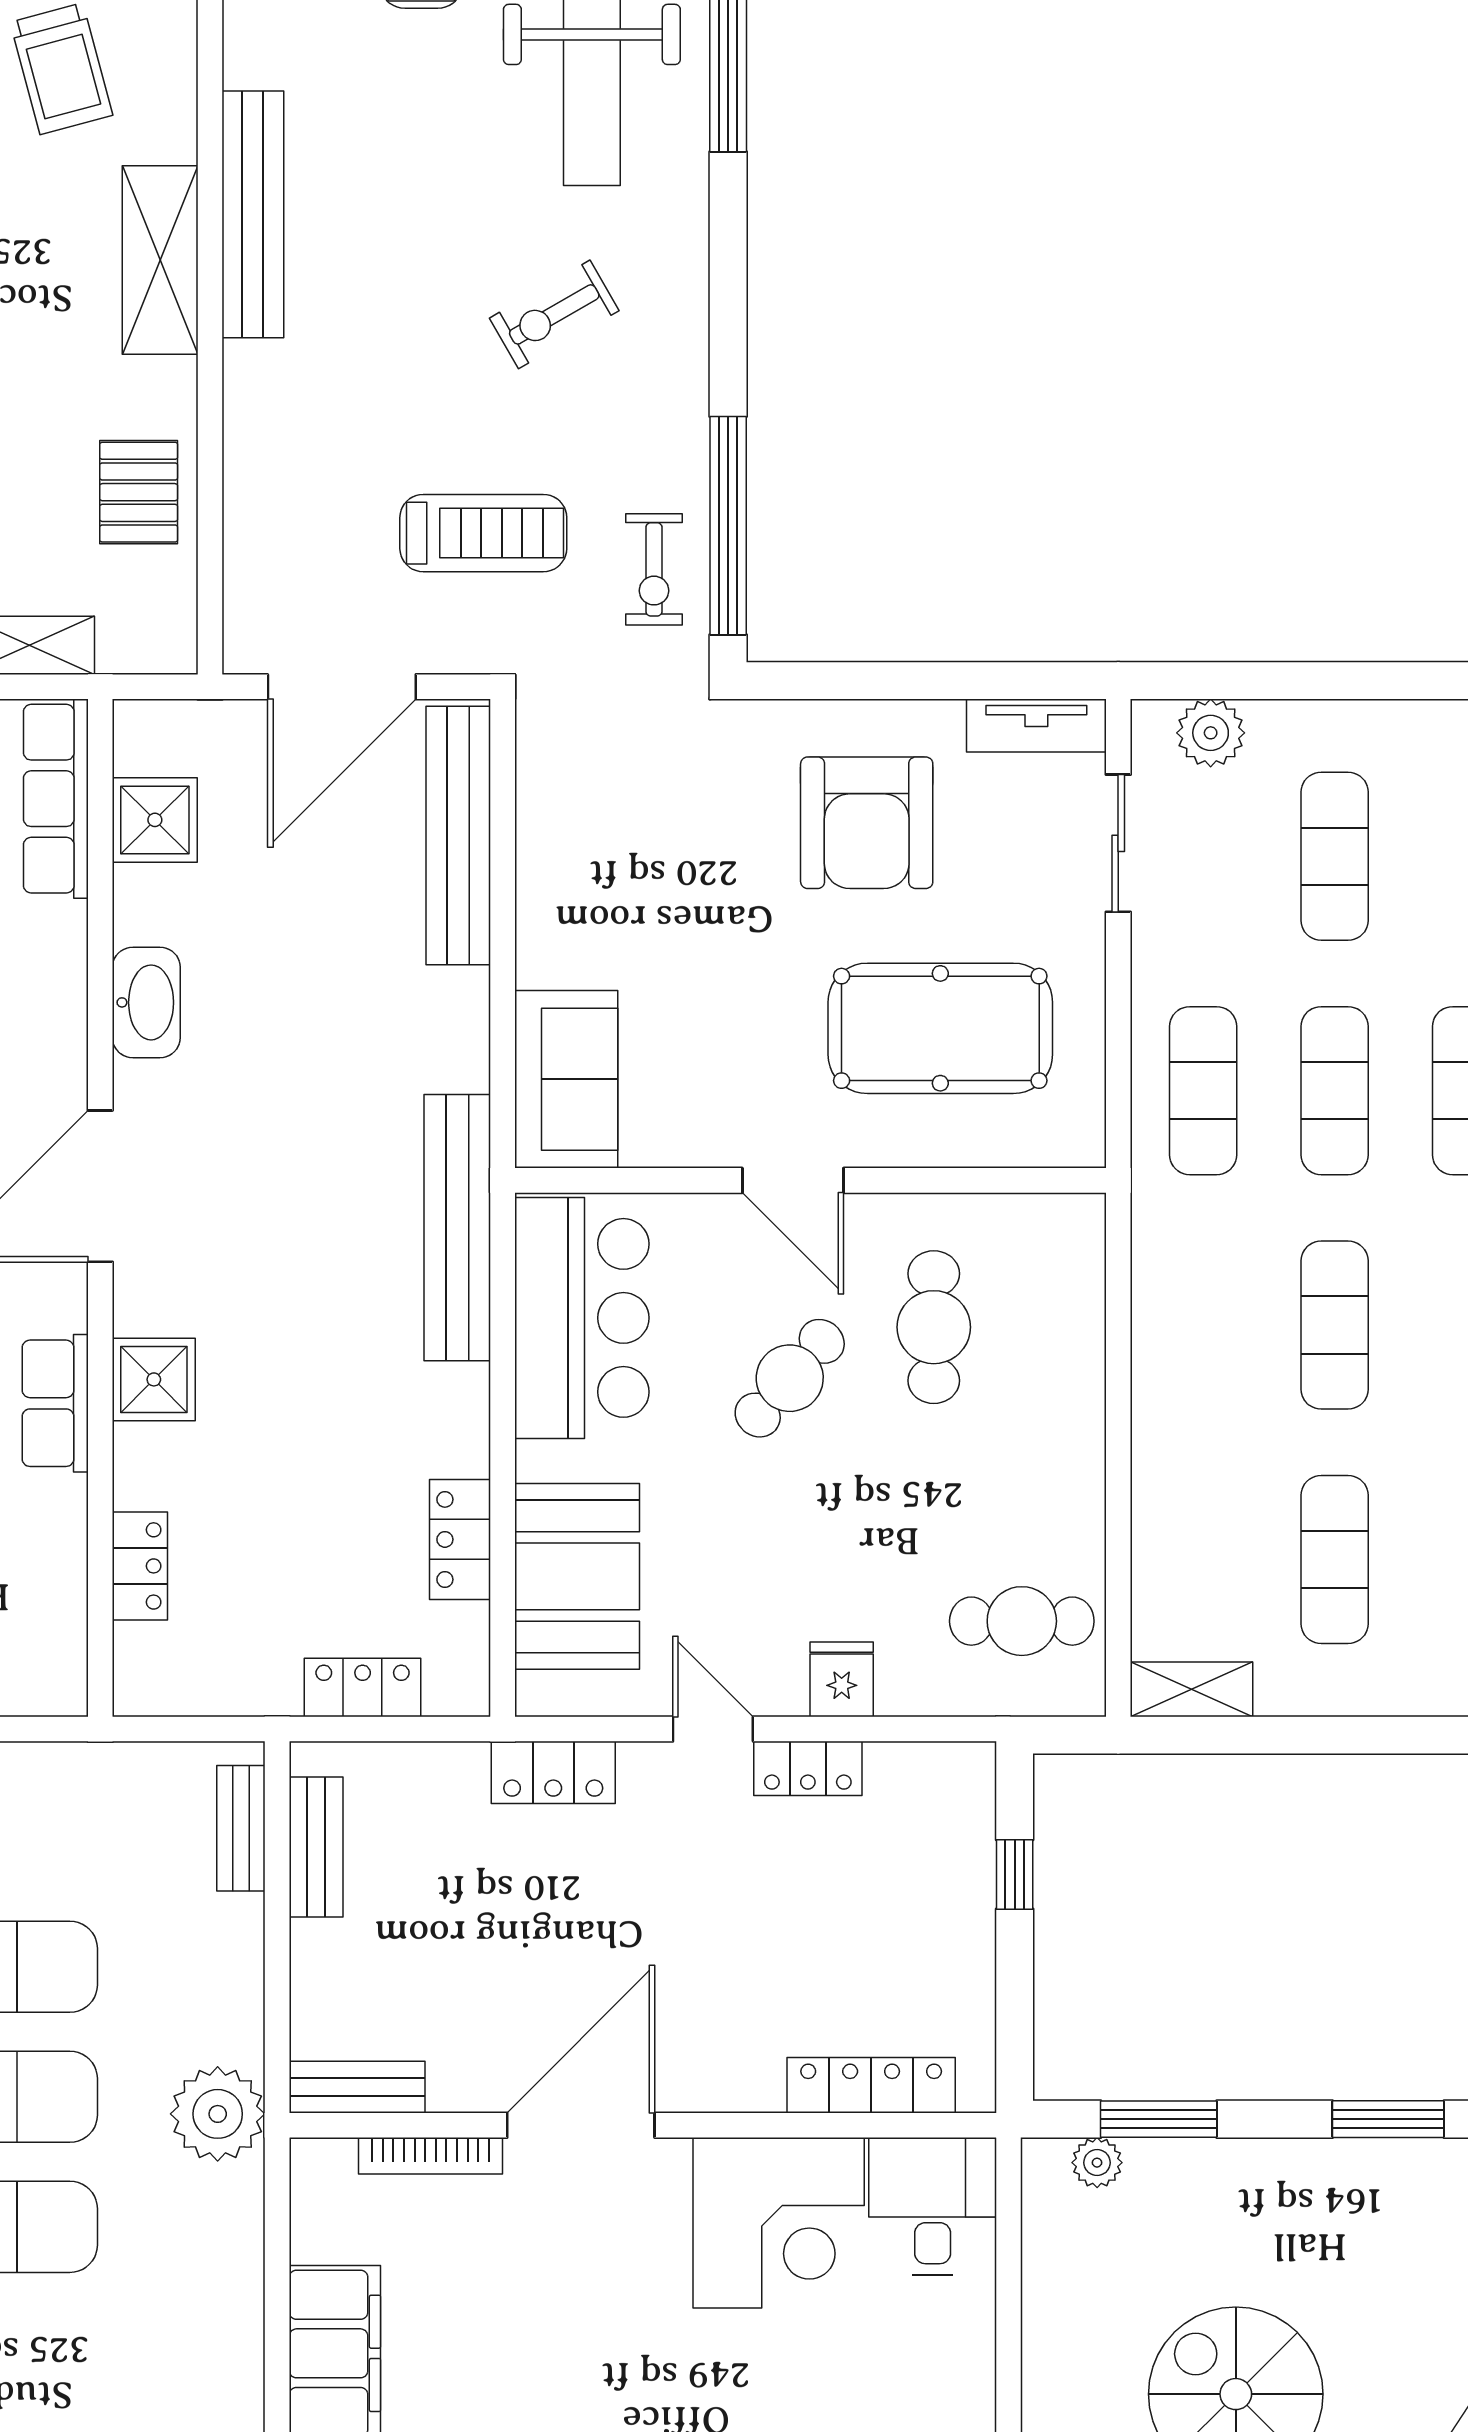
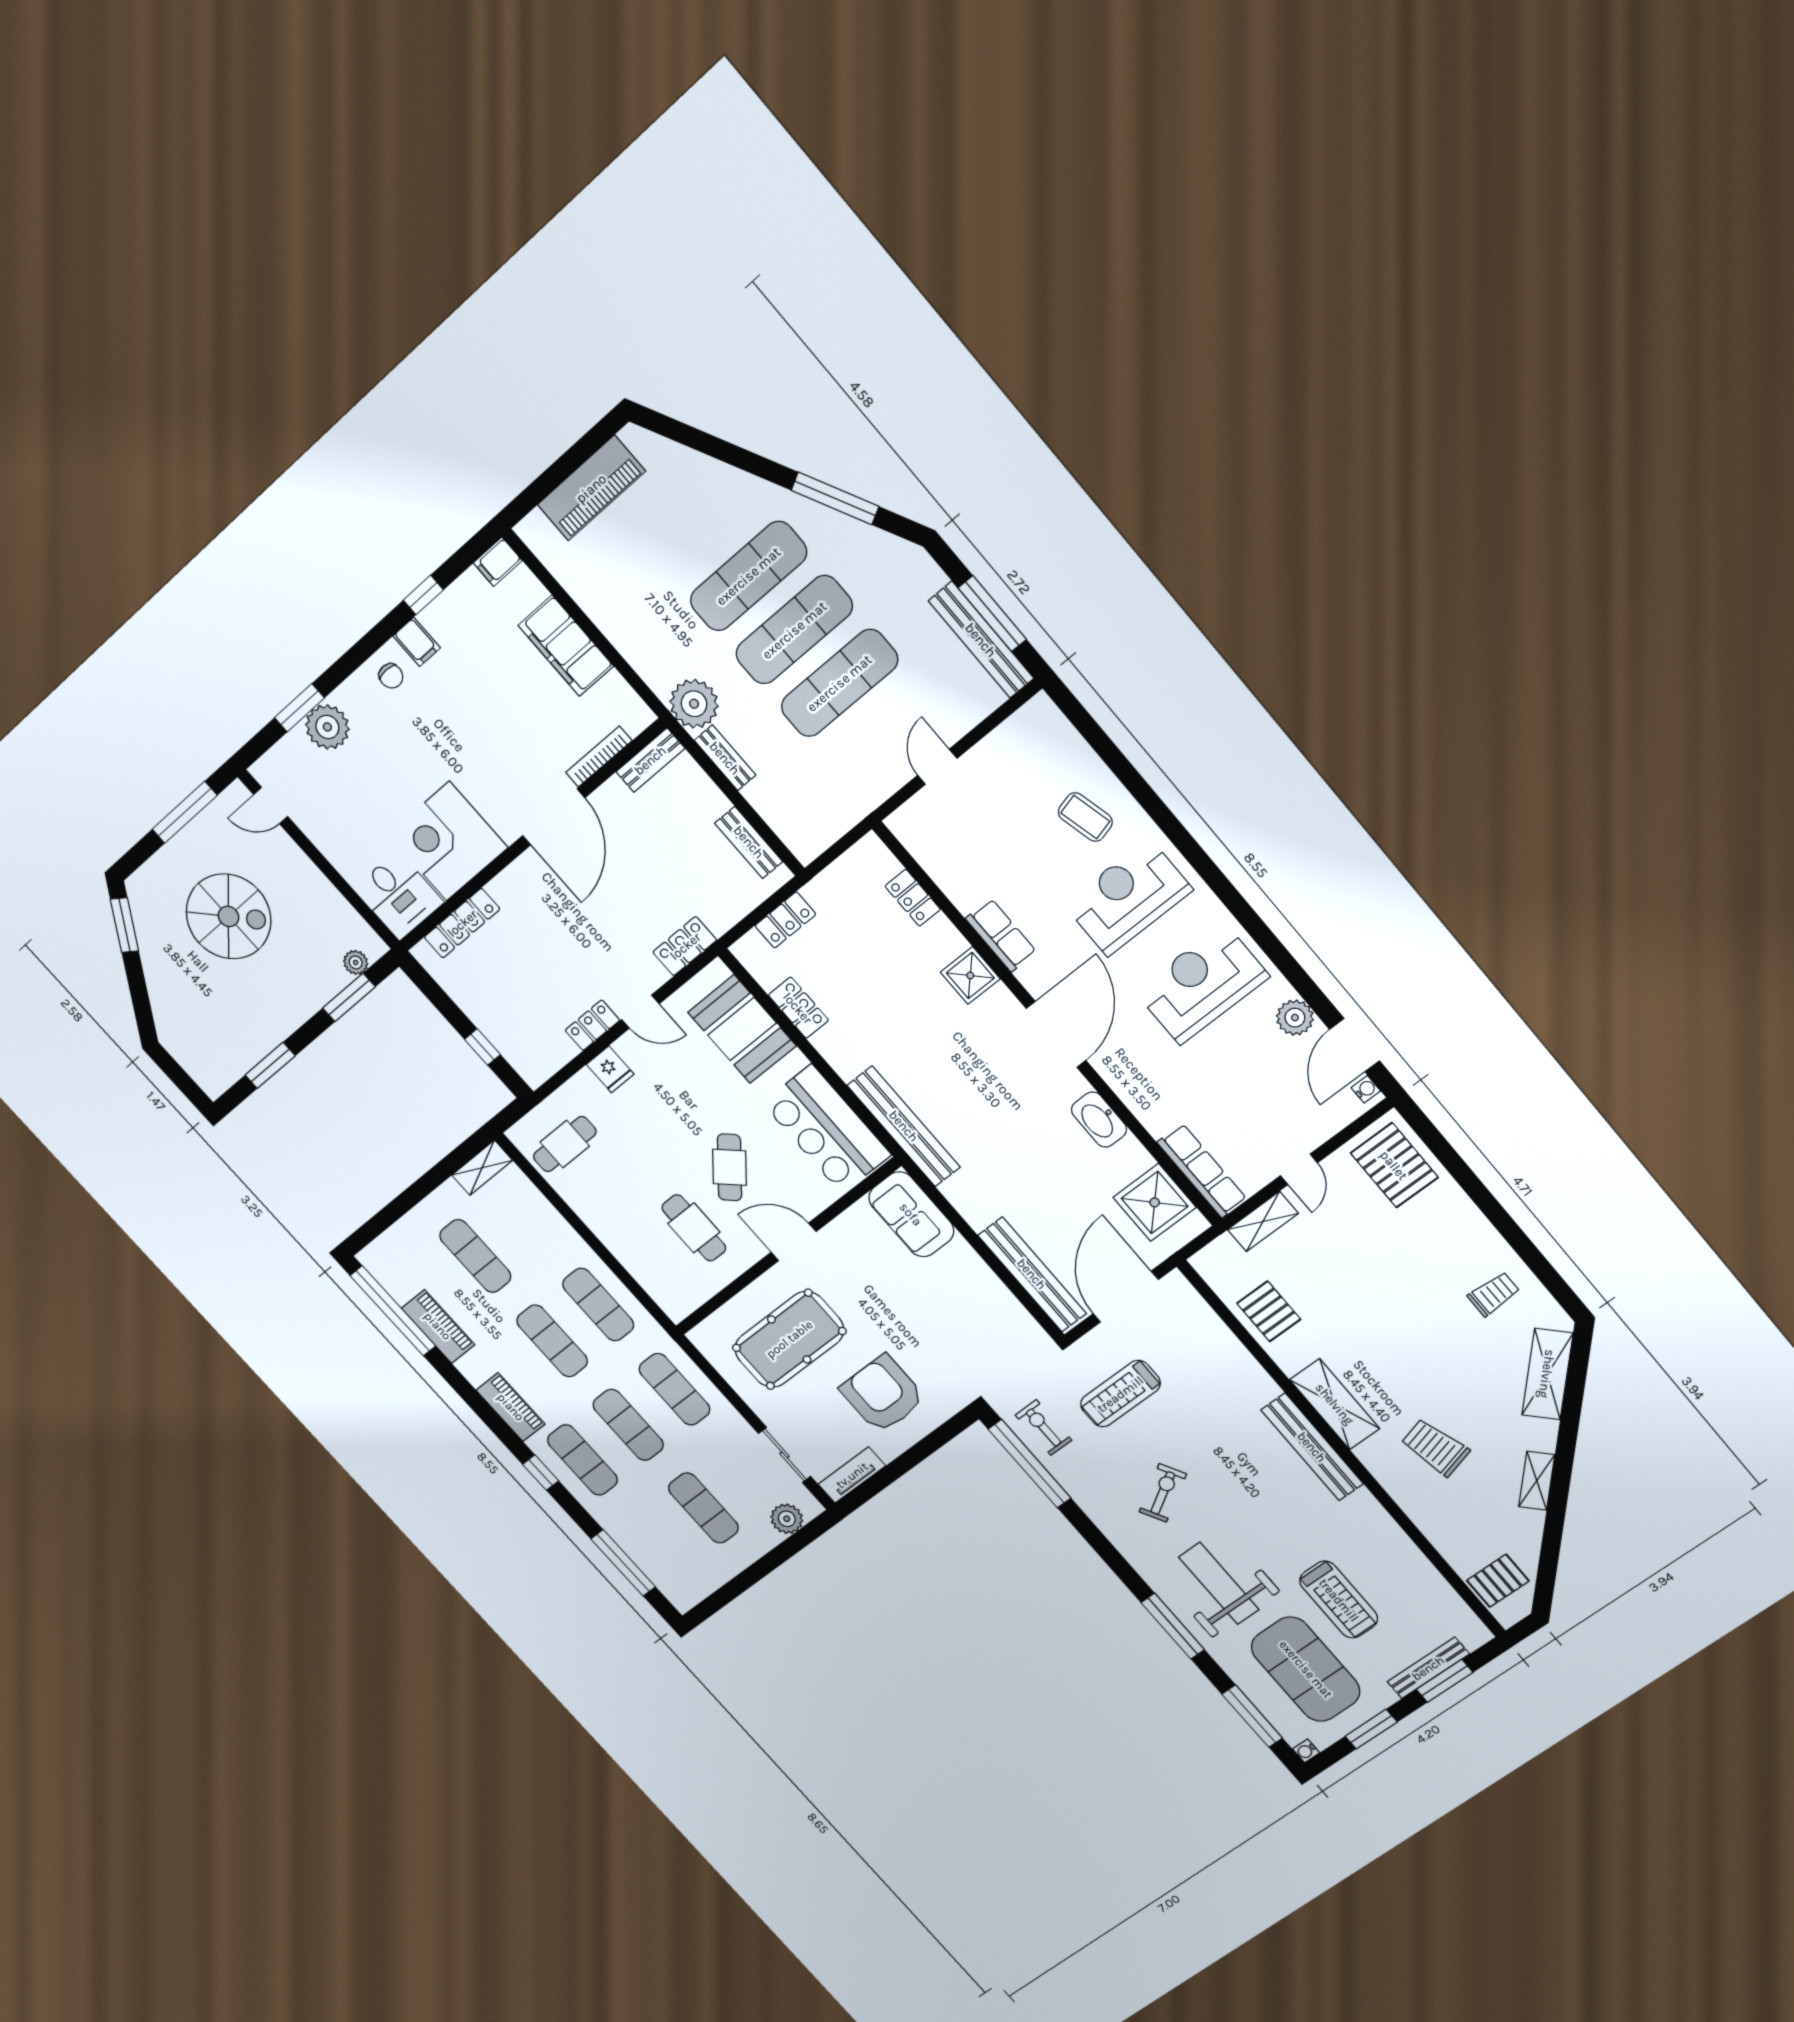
shower: (155, 820) -> (1155, 1202), width x1.36, depth x1.36
exercise mat: (1203, 1325) -> (598, 1305), added
bench: (241, 1828) -> (725, 758), moved

